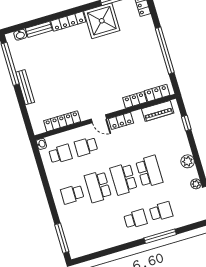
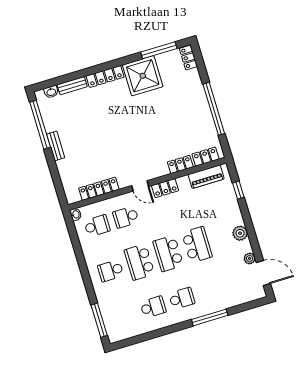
bench: (25, 87) -> (56, 146), width x0.73
school desk: (161, 211) -> (153, 307), moved

